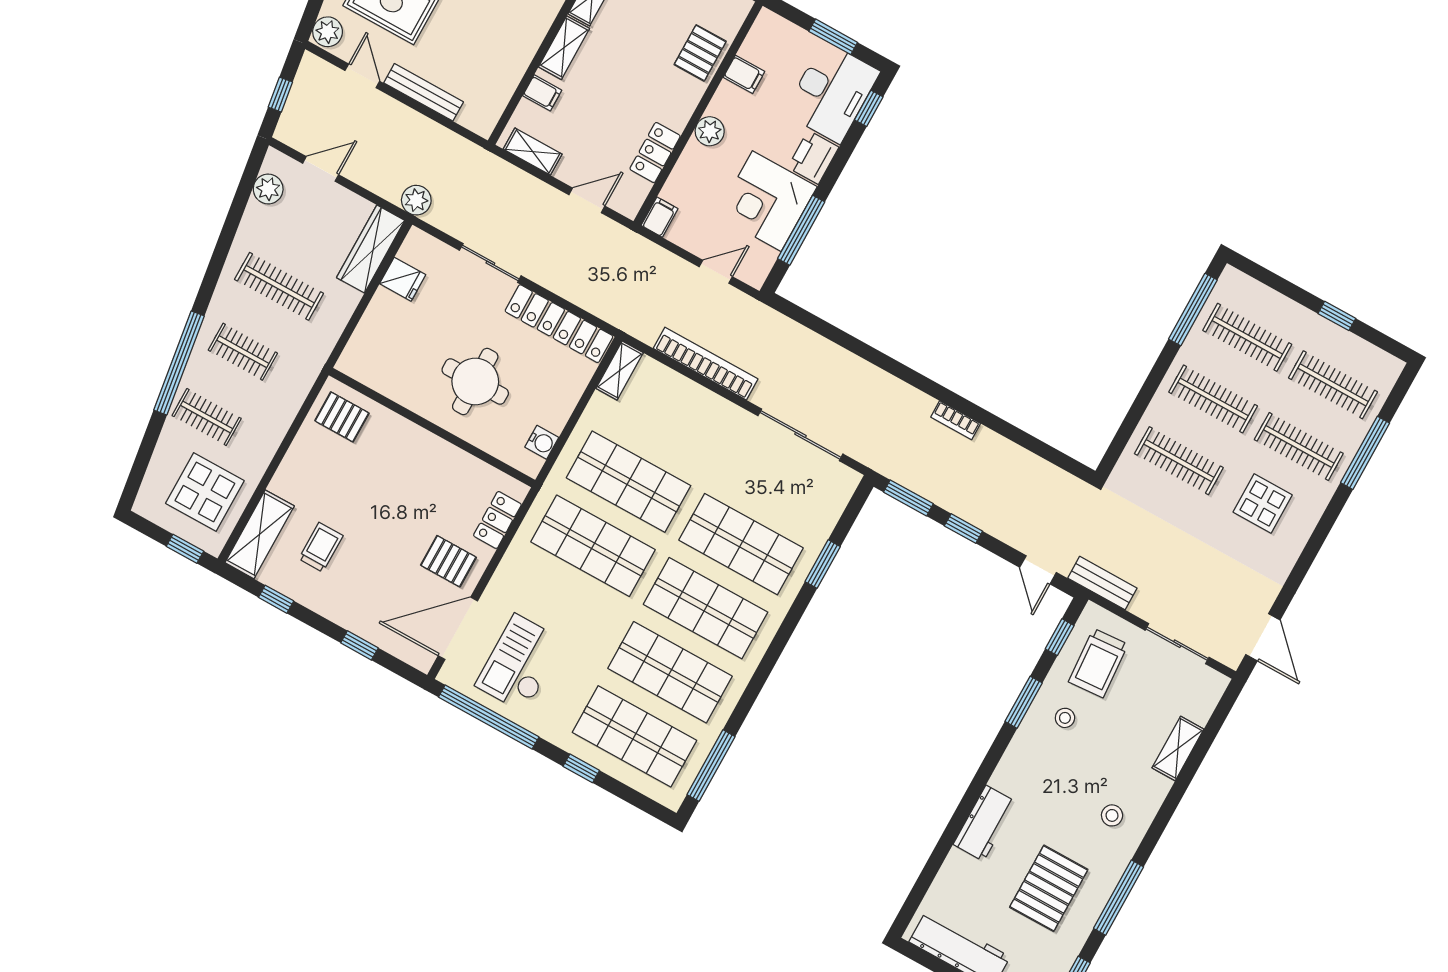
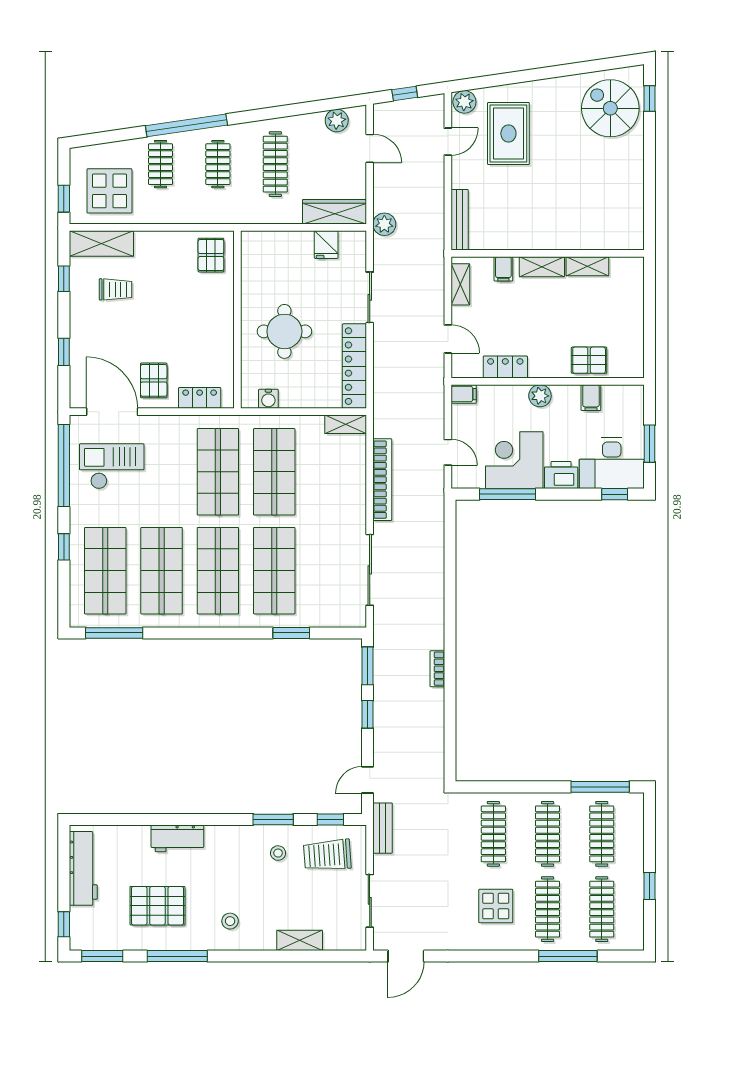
bench: (424, 92) -> (460, 220), moved

